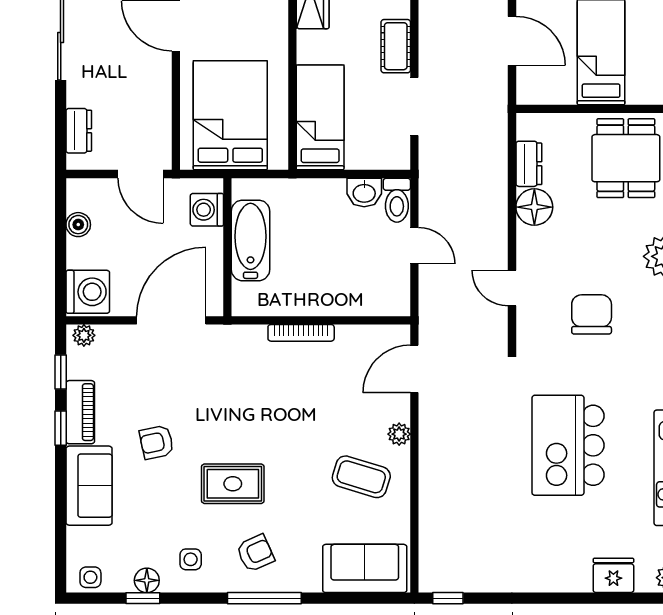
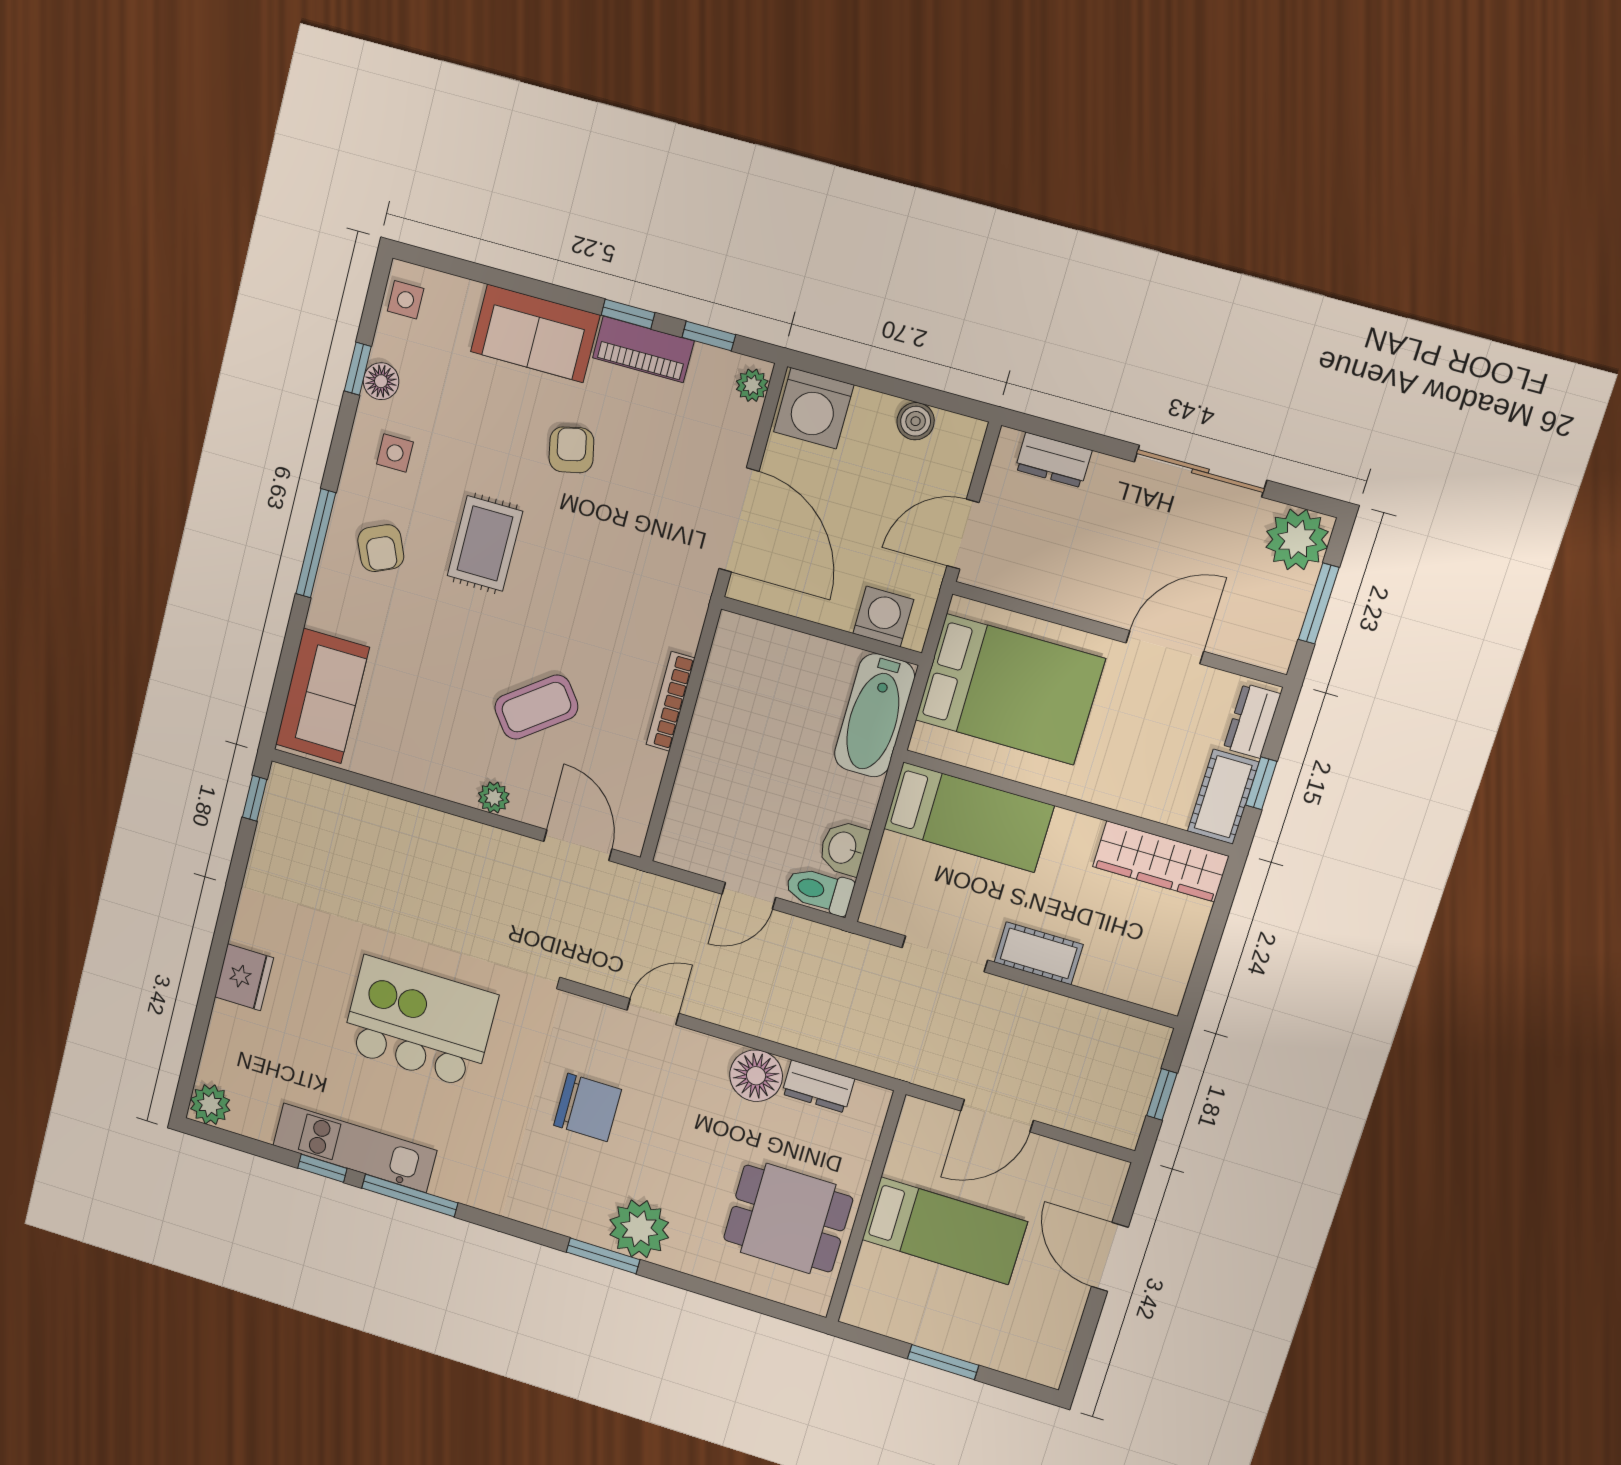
bathtub: (250, 240) -> (874, 715), moved, turned 90
coffee table: (361, 477) -> (536, 707), moved, turned 36
fridge: (613, 575) -> (244, 977), moved

